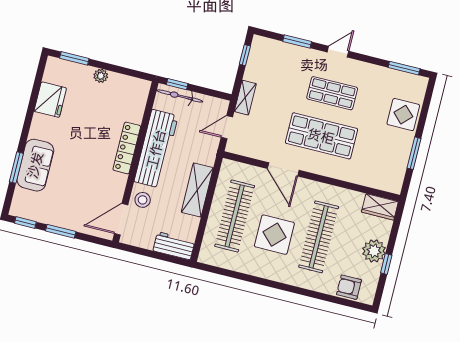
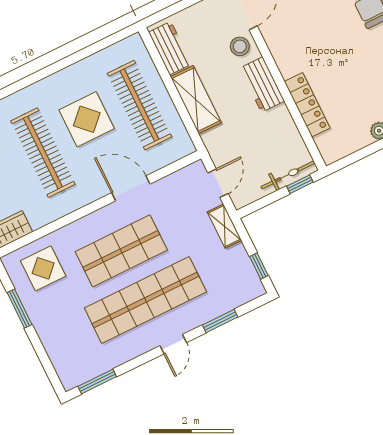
shop shelf: (332, 93) -> (145, 300), width x2.00, depth x1.36
display table: (403, 115) -> (43, 268), moved
locker: (127, 148) -> (307, 105), moved
workbench: (156, 149) -> (262, 85), width x0.53, depth x0.76
workbench: (174, 246) -> (170, 48), moved, turned -90

